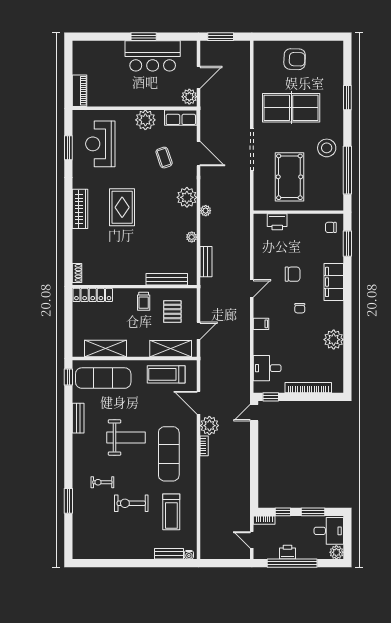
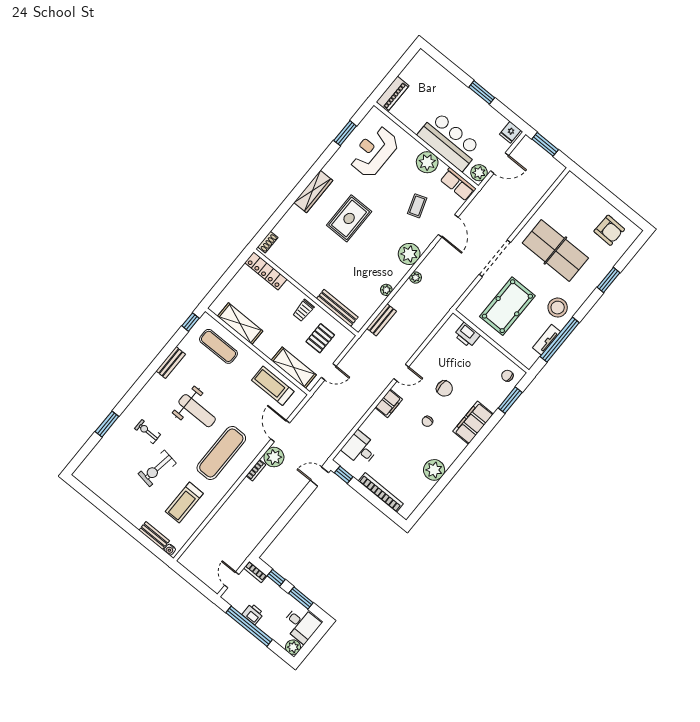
fridge: (188, 49) -> (510, 132), added
bar counter: (153, 56) -> (449, 141), moved, turned 180
armchair: (295, 59) -> (609, 230), moved
tv unit: (338, 178) -> (547, 340), added
filing cabinet: (261, 324) -> (389, 403), width x2.00
exercise mat: (103, 378) -> (218, 346), width x0.73, depth x0.69
exercise bike: (131, 503) -> (157, 468), turned -81

